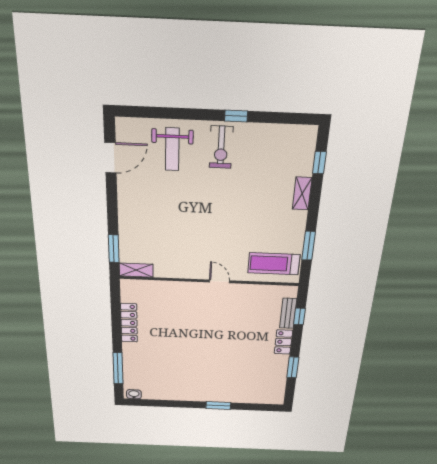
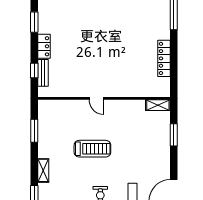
window: (114, 249) -> (174, 135), moved
treadmill: (274, 264) -> (92, 149), moved

